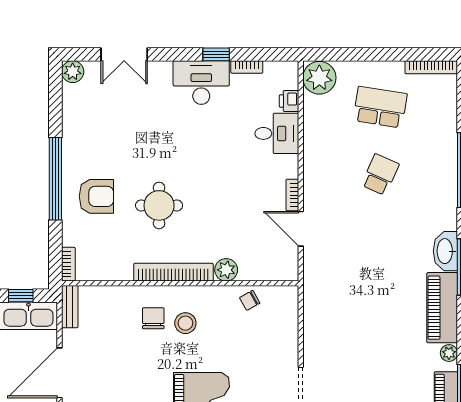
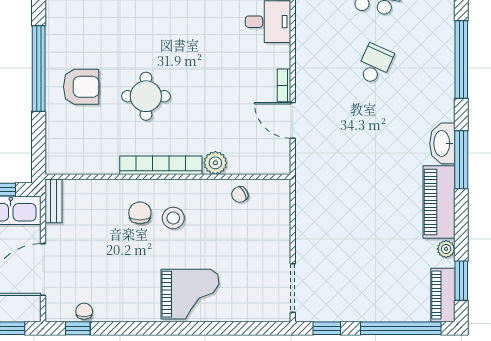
bookcase: (68, 264) -> (52, 157), removed

